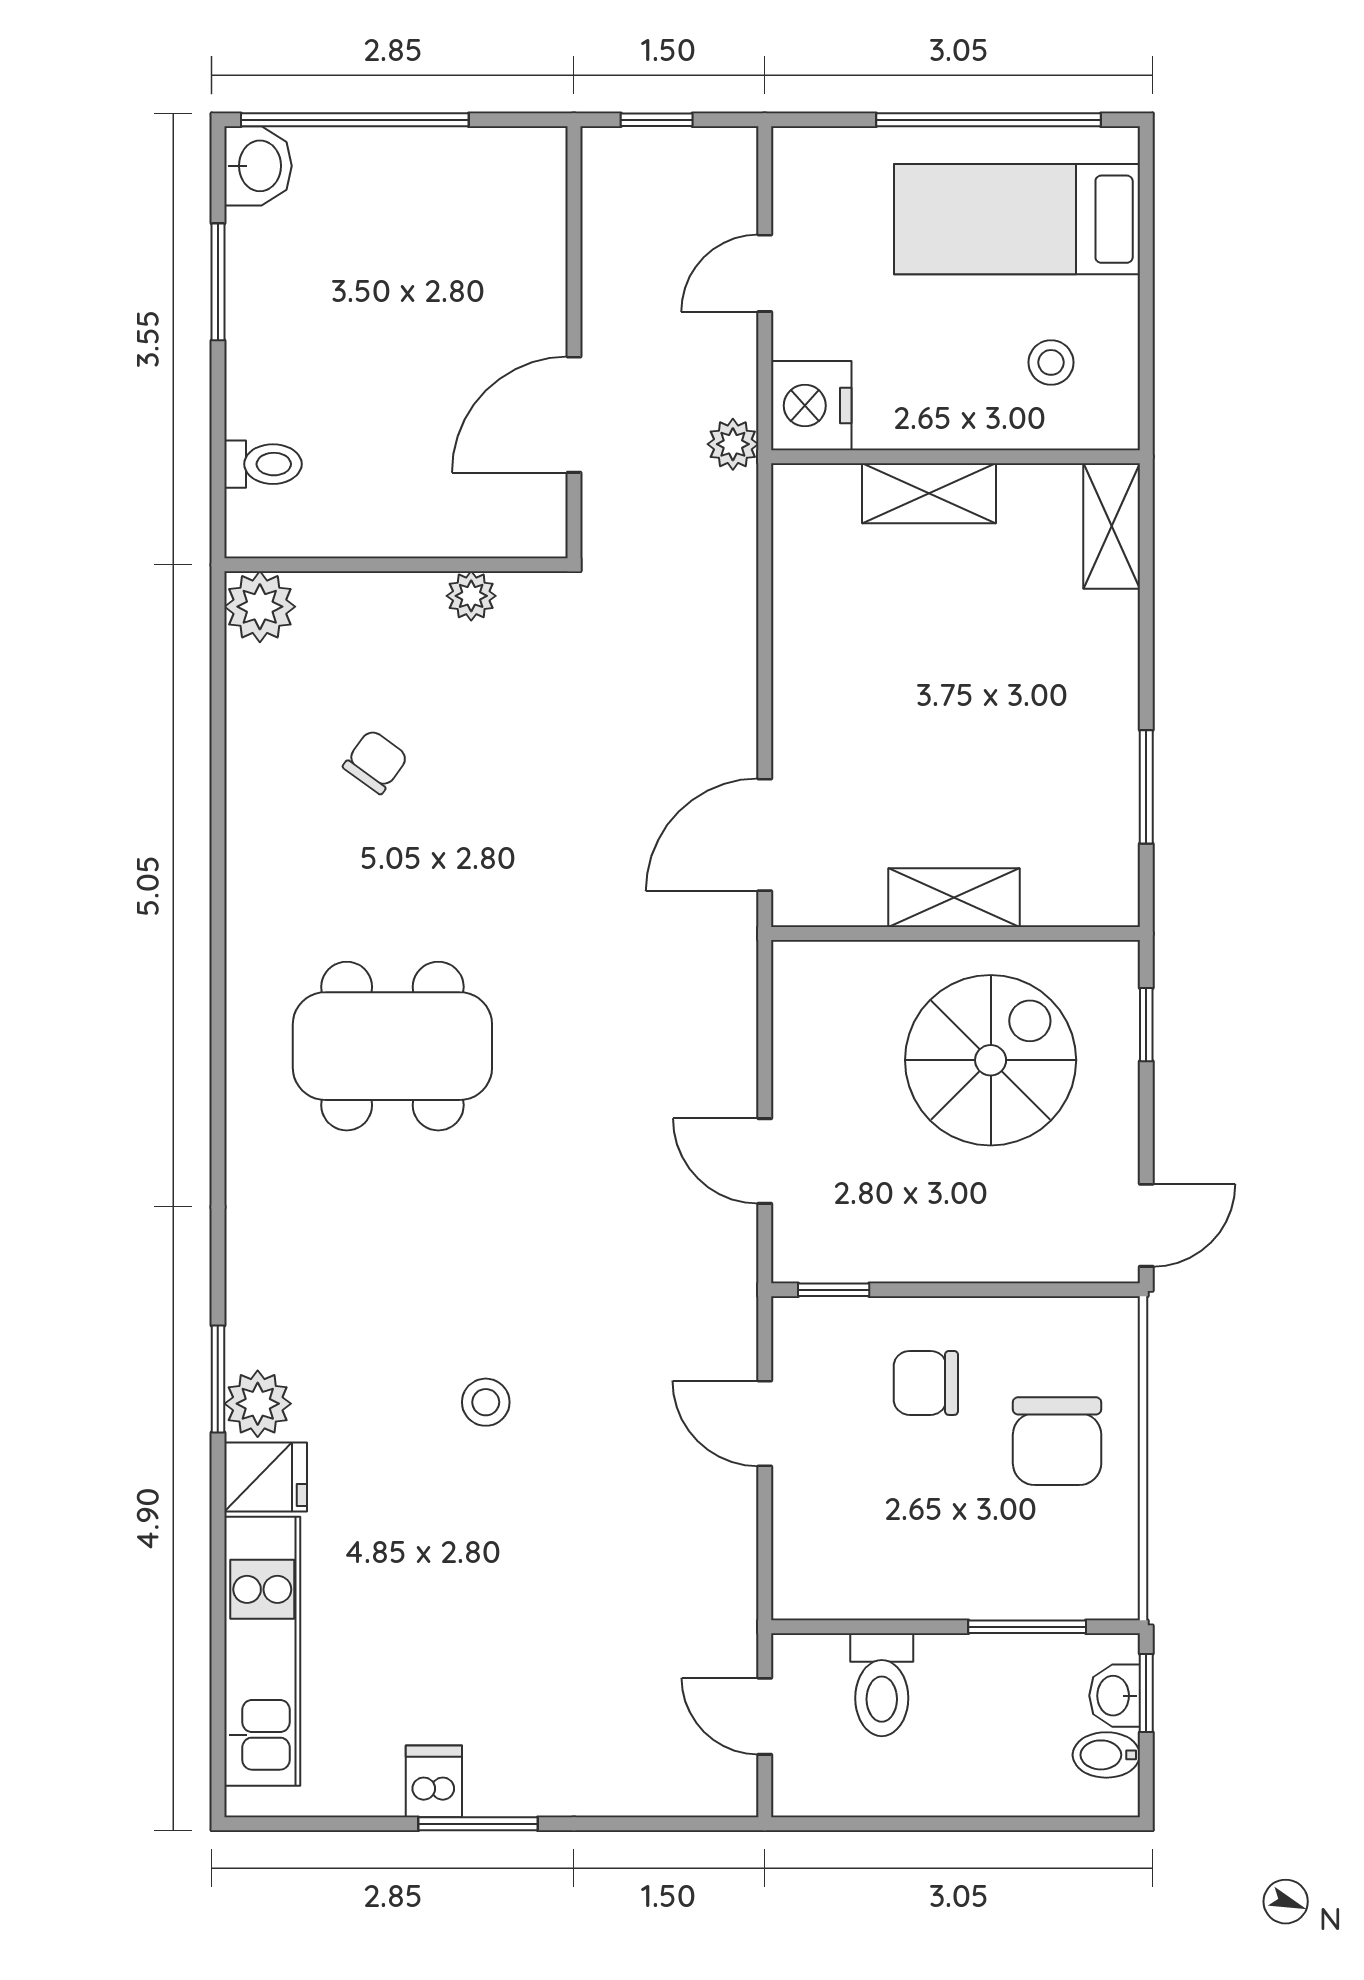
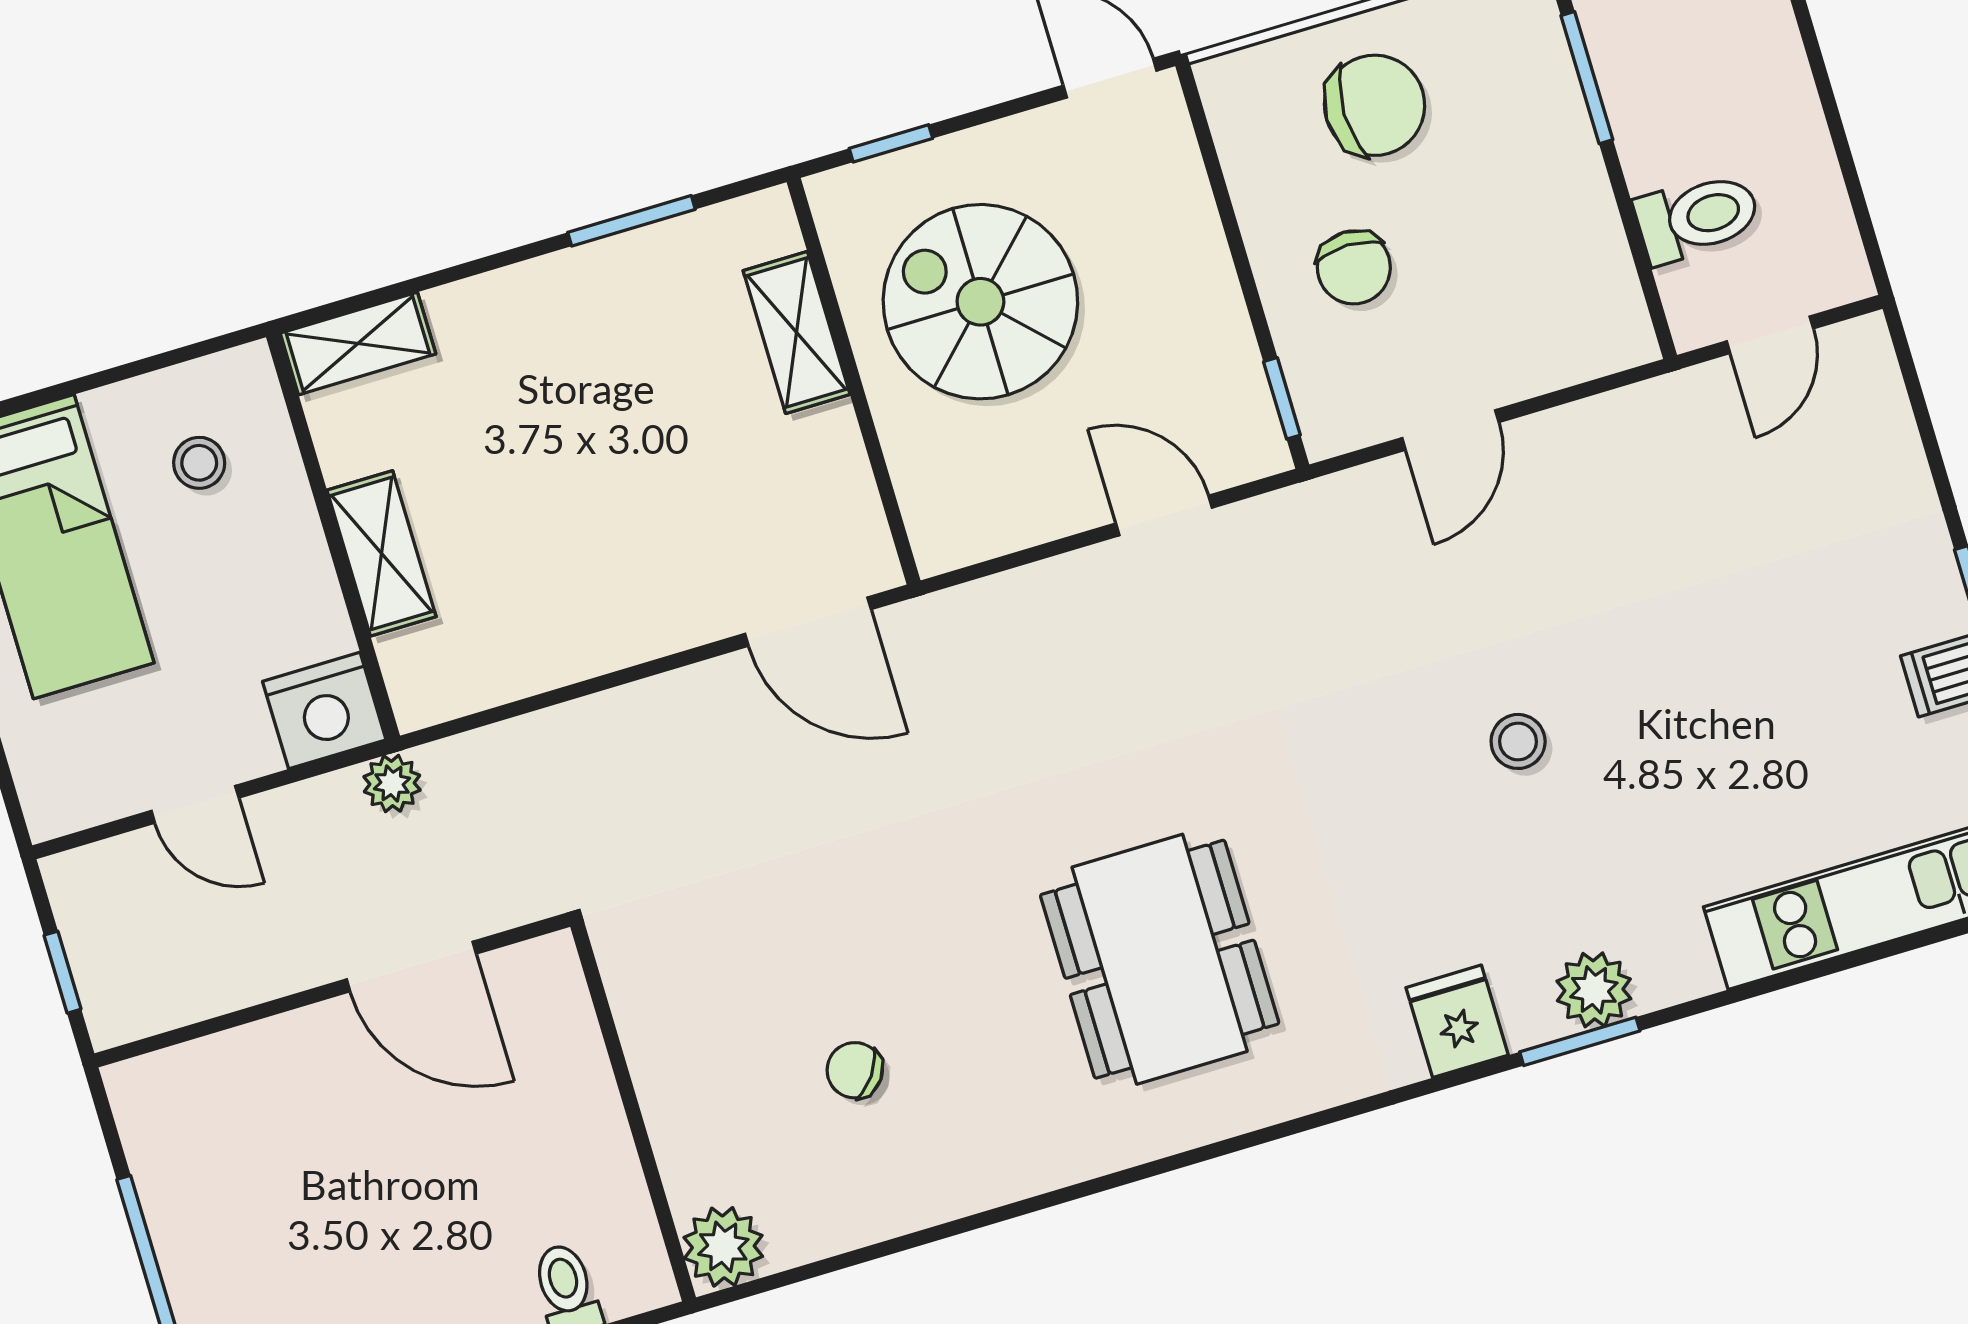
plant: (471, 596) -> (643, 1020), removed
shelving: (954, 898) -> (797, 332), moved
door: (765, 1161) -> (1164, 515), swing flipped
fridge: (266, 1477) -> (1457, 1021), moved

